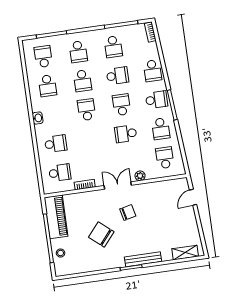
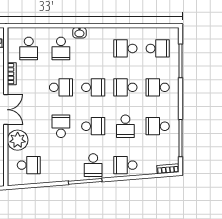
washbasin: (38, 118) -> (79, 33), moved
school desk: (161, 129) -> (61, 87), moved, turned 180
plant: (140, 176) -> (18, 140), width x1.88, depth x1.88

